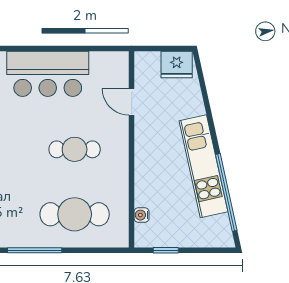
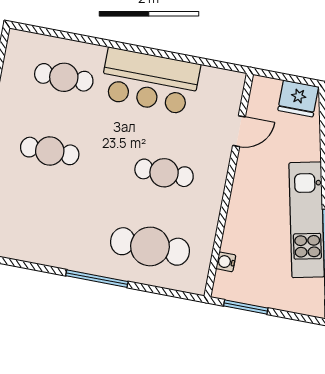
door: (132, 102) -> (239, 131), swing flipped
window: (166, 250) -> (246, 307), width x1.50

